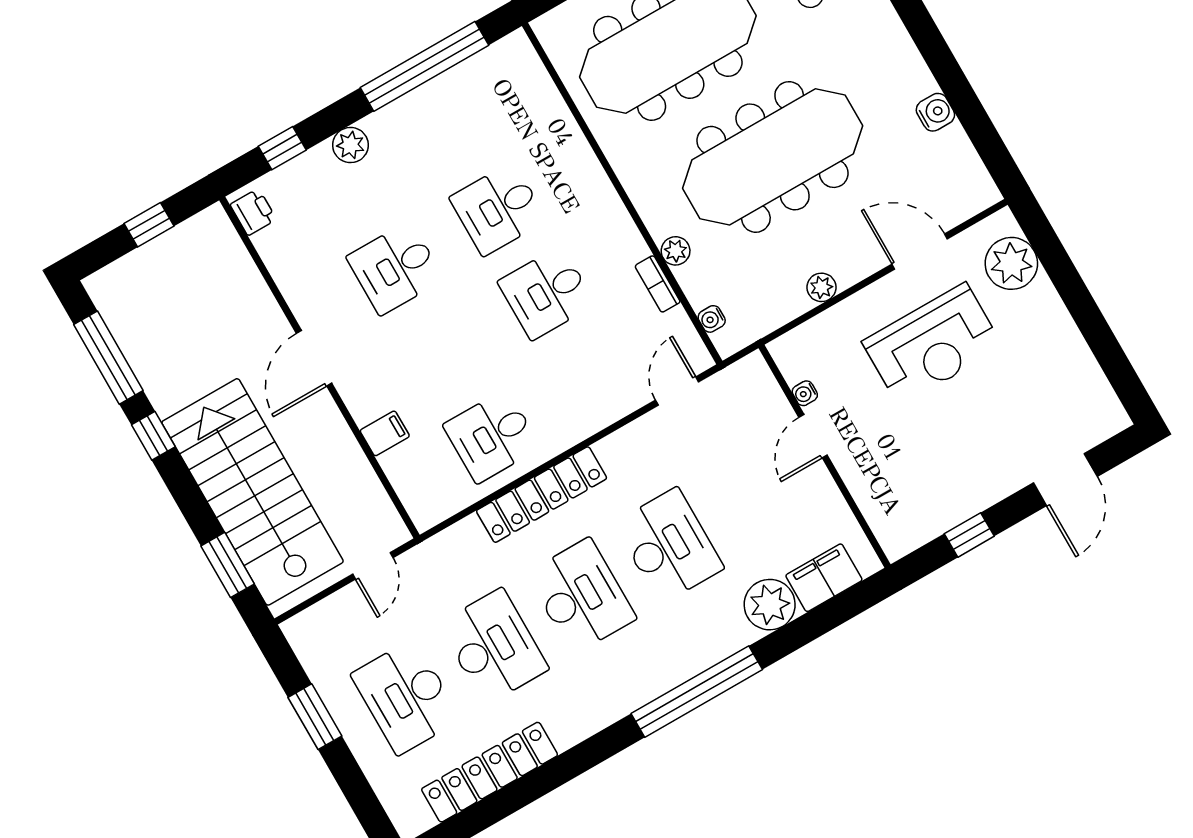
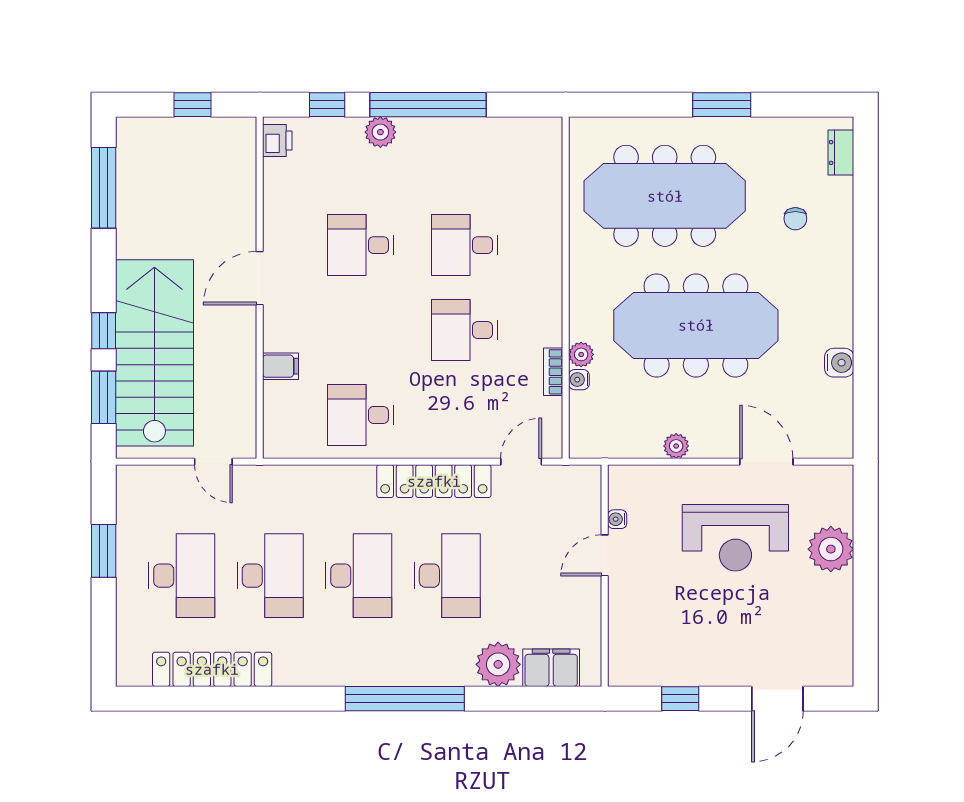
window: (424, 66) -> (428, 105), moved
plant: (1011, 263) -> (831, 549), moved
water cooler: (712, 319) -> (579, 380), moved
window: (153, 436) -> (104, 331), moved
locker: (542, 495) -> (434, 481), moved
door: (373, 566) -> (213, 462), hinge flipped
desk: (406, 697) -> (182, 576), turned 180

